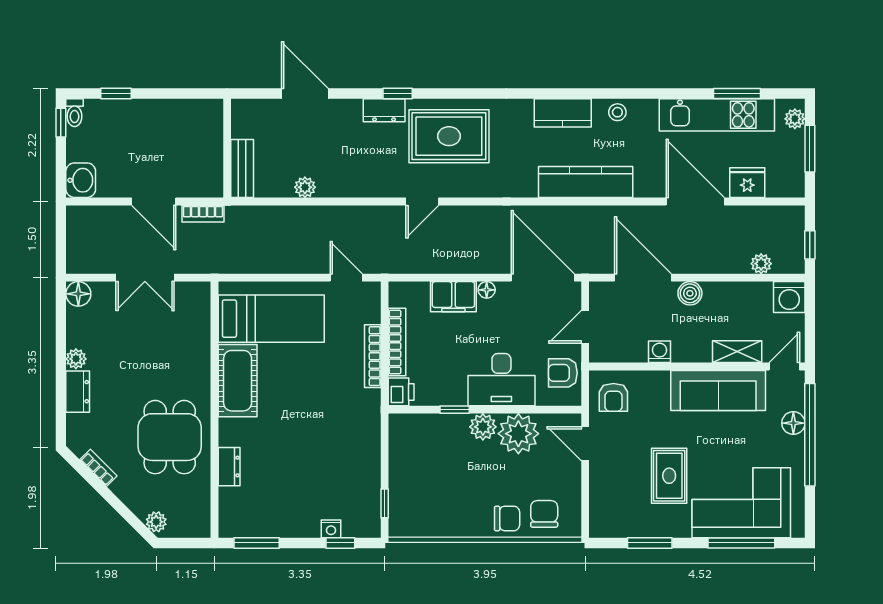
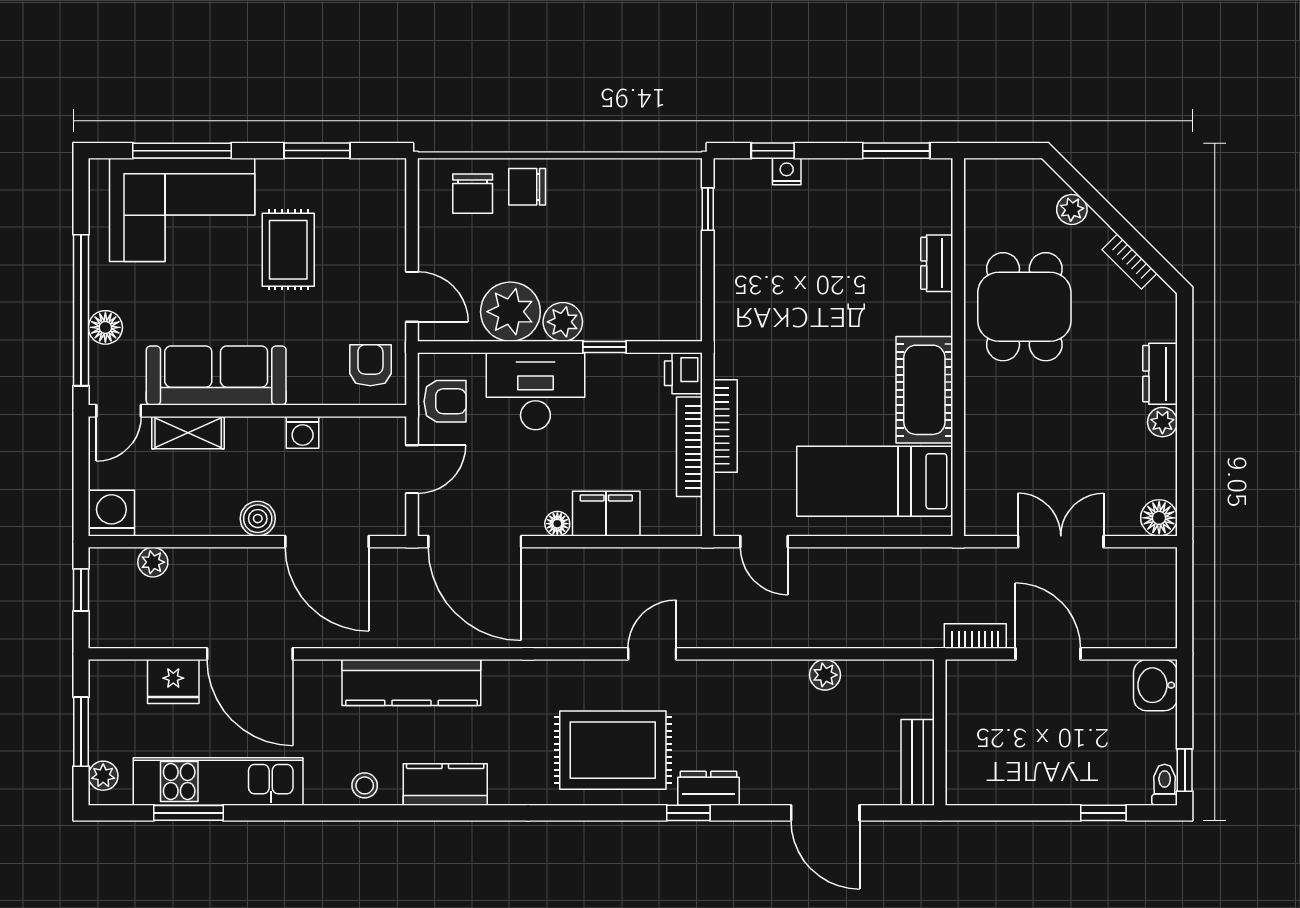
bench: (242, 168) -> (918, 762), moved
plant: (156, 522) -> (1072, 209), moved

